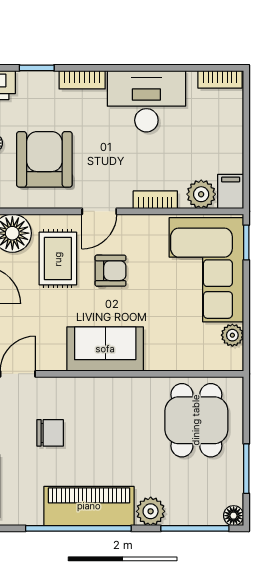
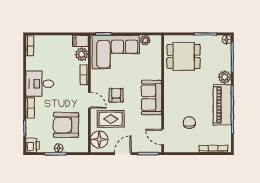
desk: (146, 101) -> (40, 84), width x0.73

